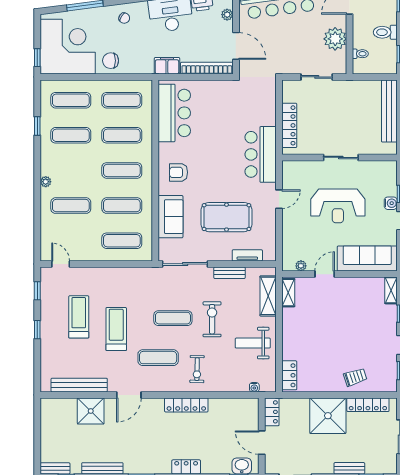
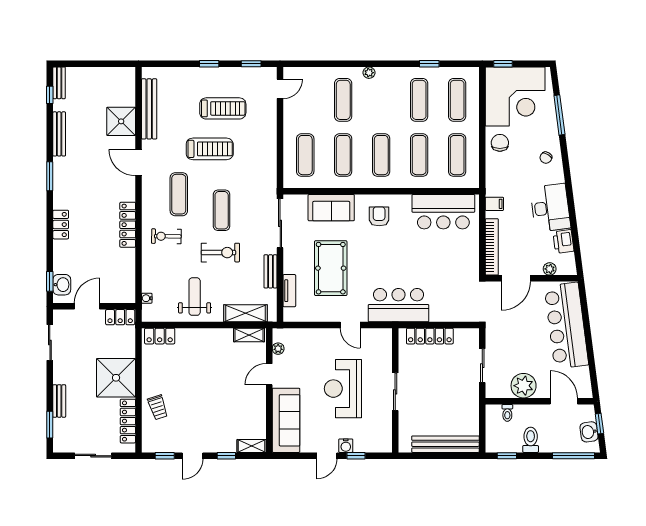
filing cabinet: (167, 66) -> (494, 204), width x0.50
door: (325, 274) -> (269, 374), swing flipped

